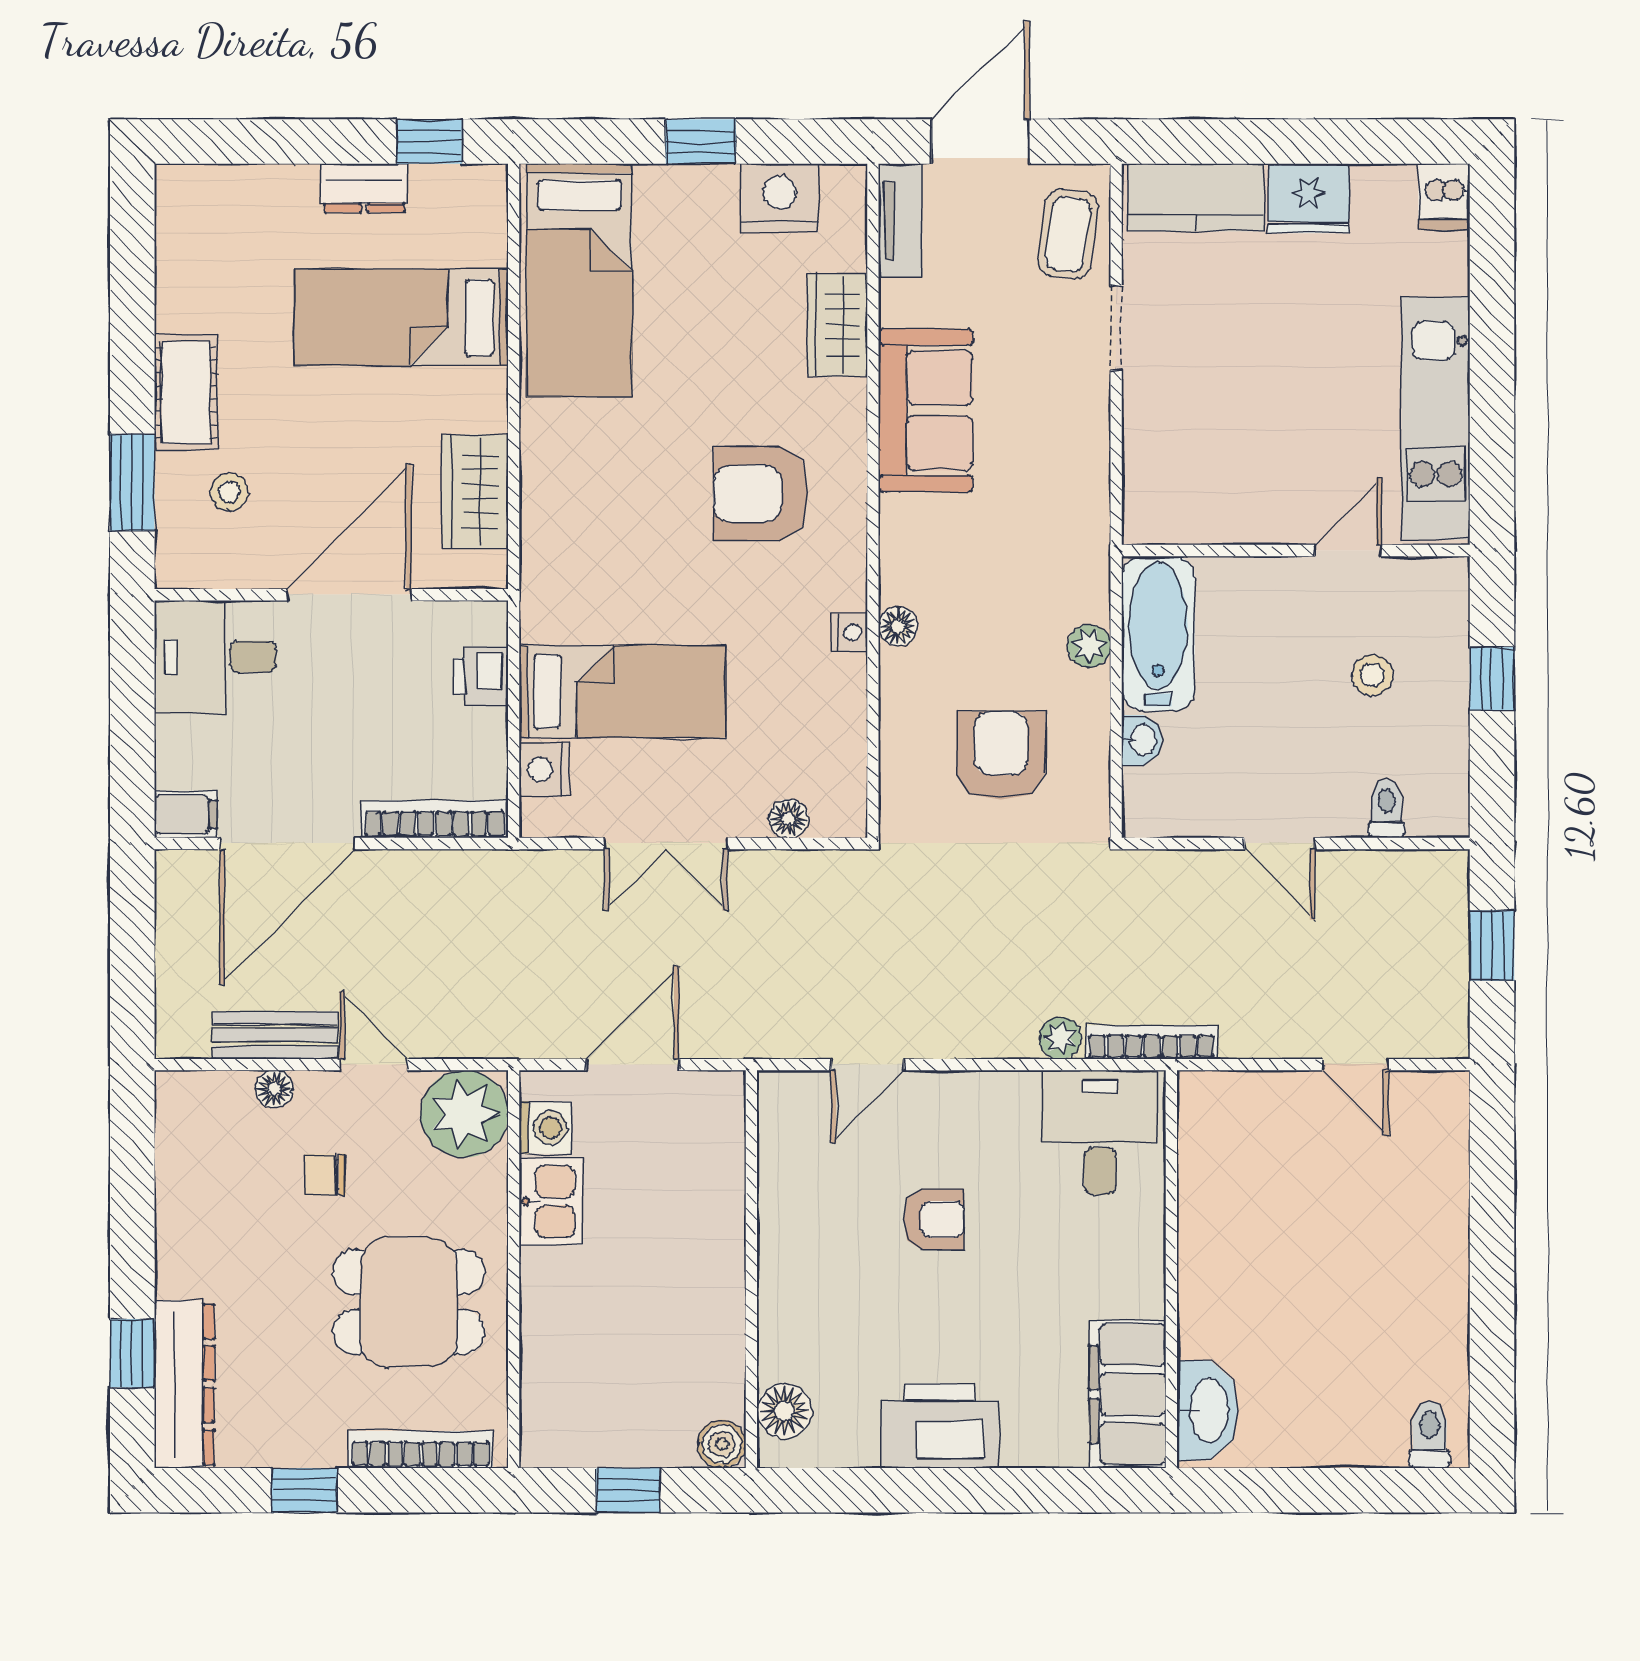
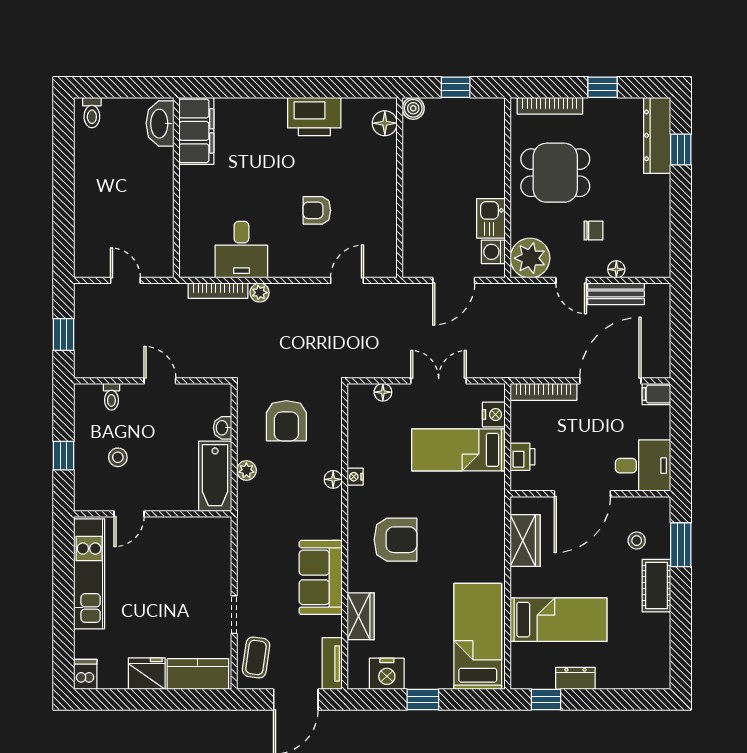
wall: (1171, 1269) -> (176, 188), moved
filing cabinet: (1128, 1394) -> (196, 131), moved
washbasin: (1207, 1410) -> (160, 124), moved

